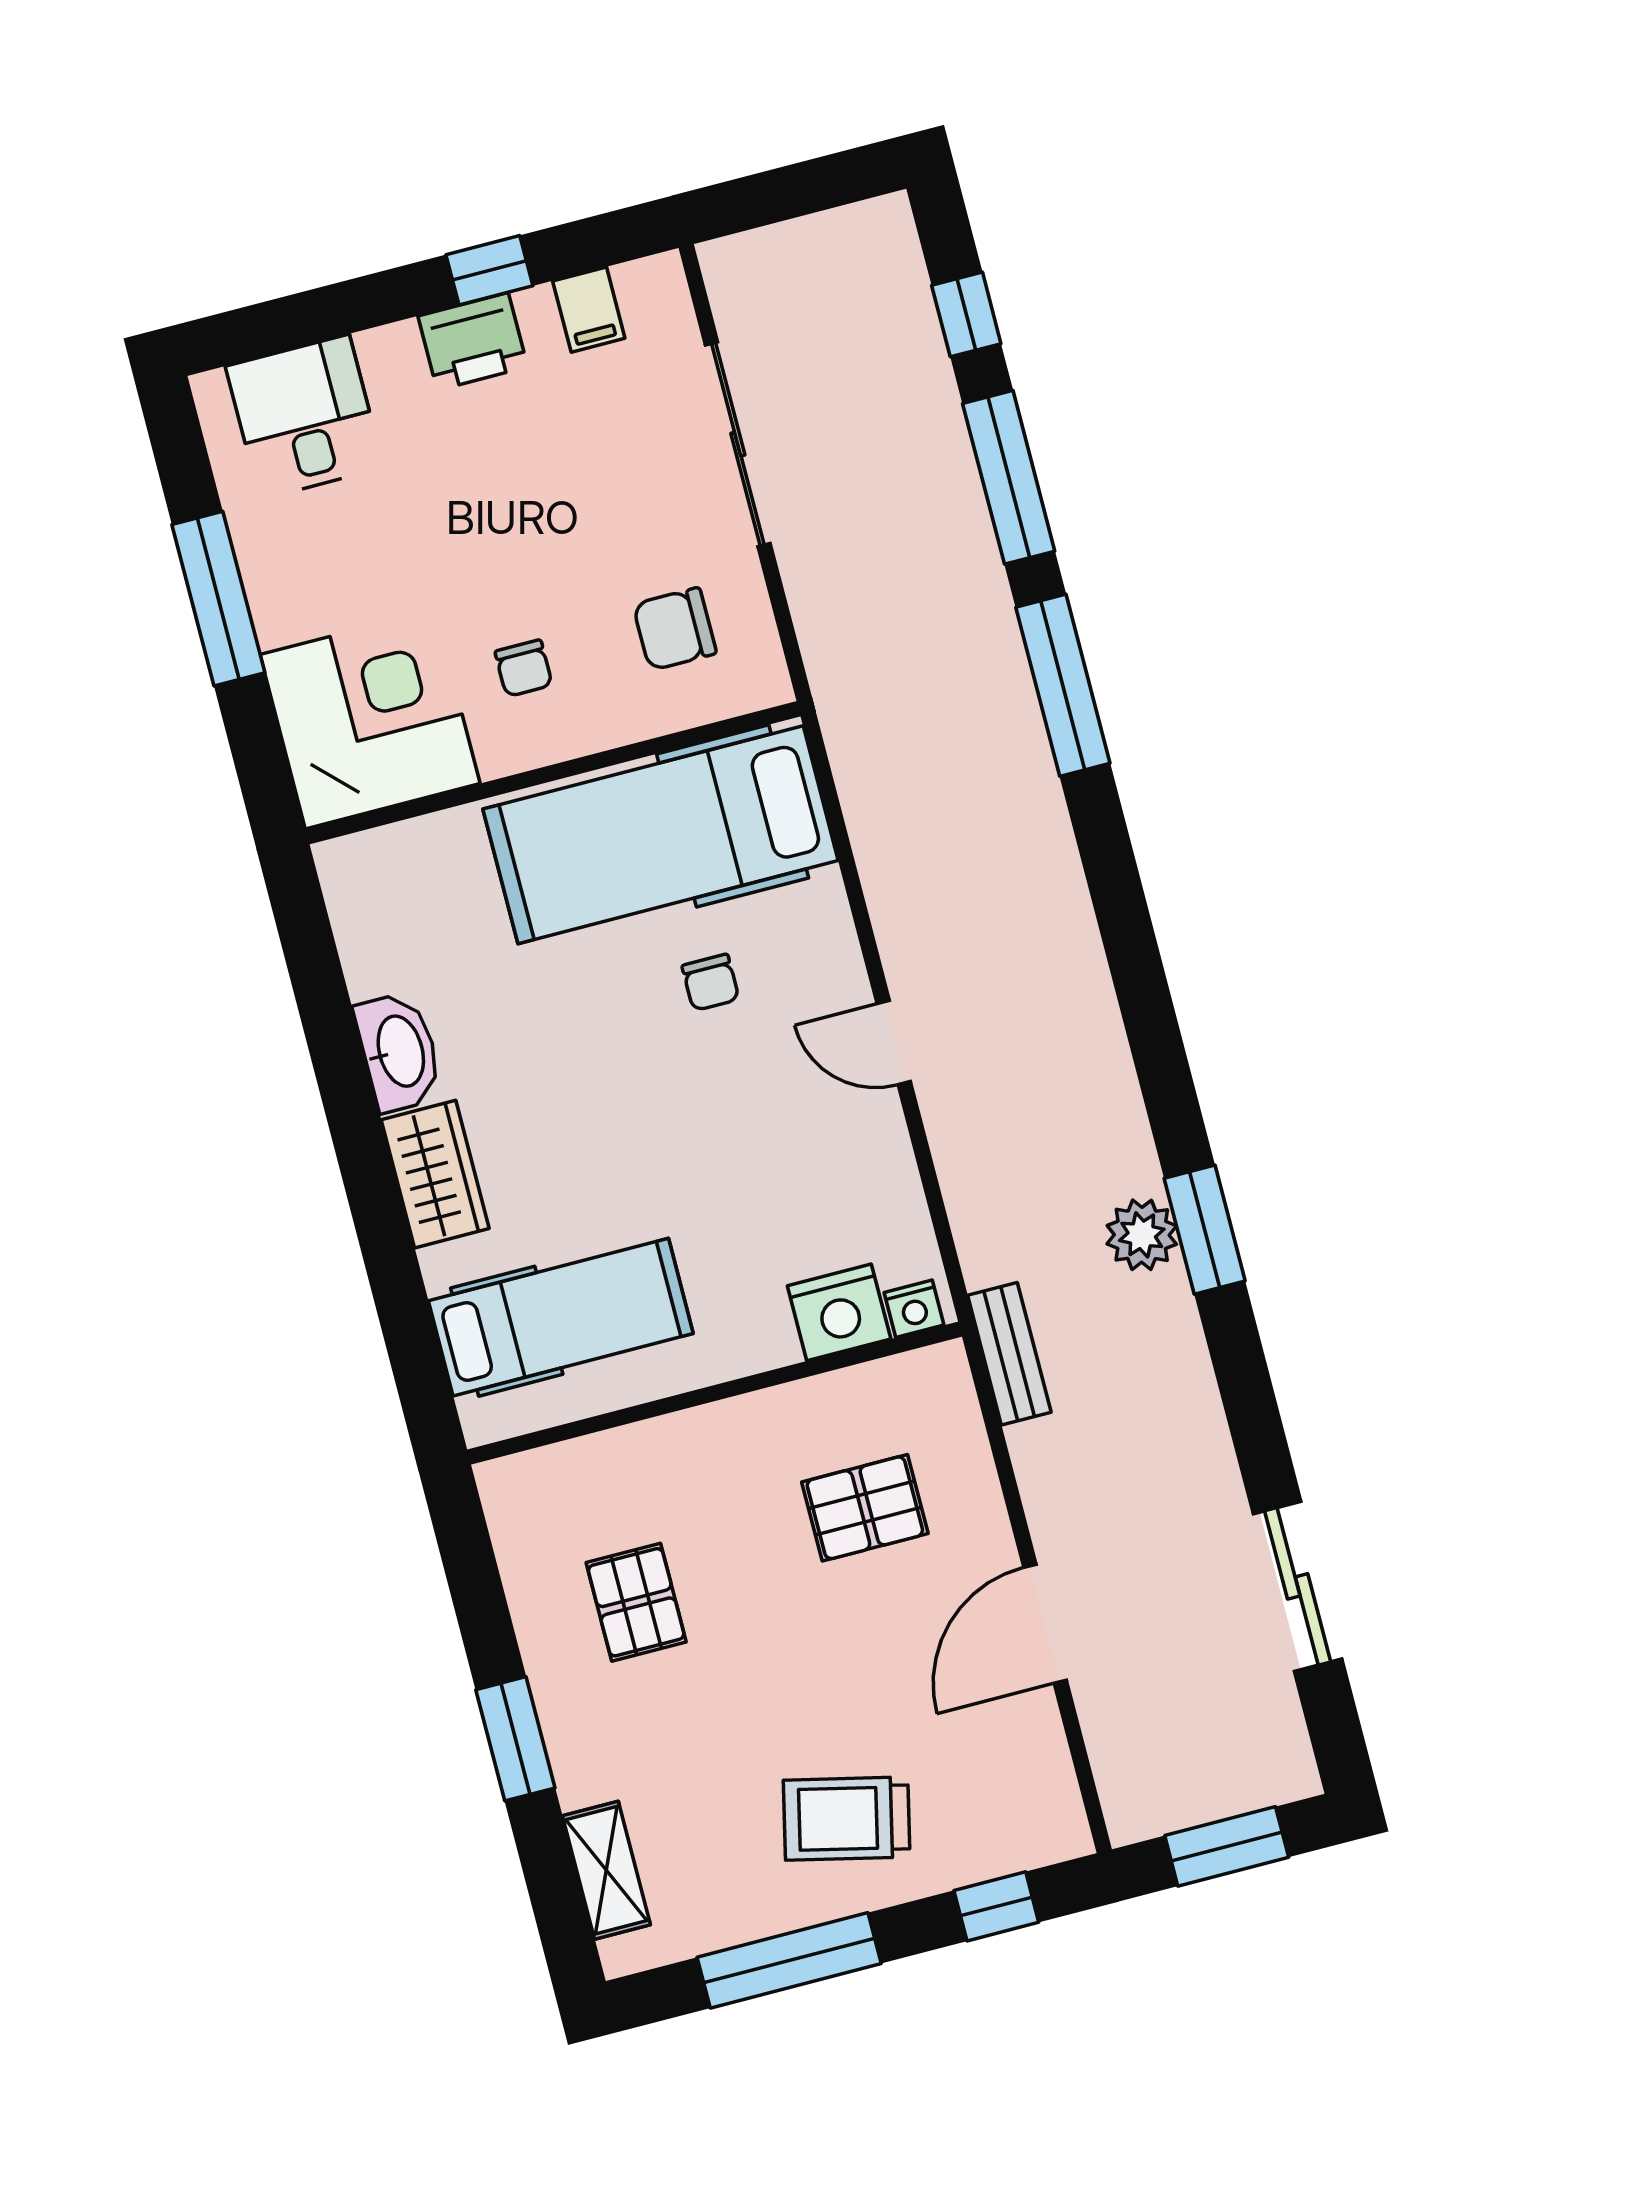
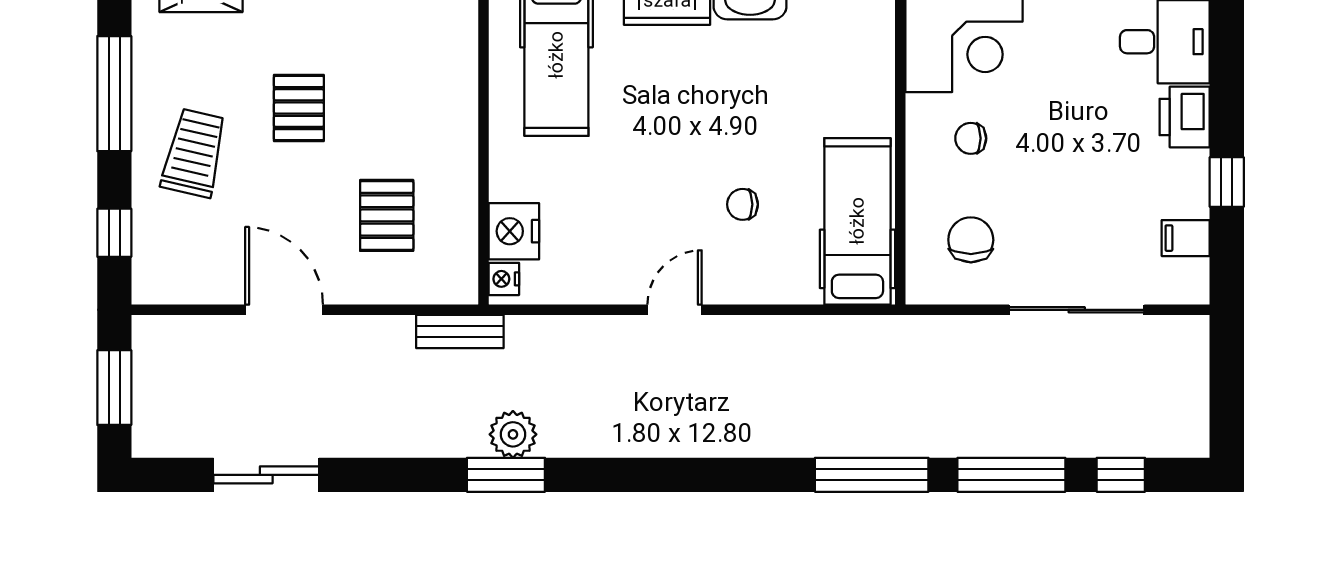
printer: (473, 341) -> (1185, 117), moved
hospital bed: (661, 835) -> (857, 221), width x0.73, depth x0.78
pallet: (636, 1602) -> (299, 108), moved, turned 90

